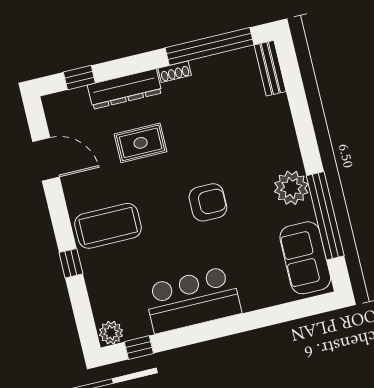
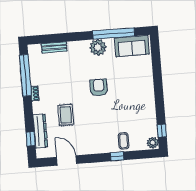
bench: (270, 68) -> (54, 47), moved
dresser: (125, 89) -> (40, 131), moved
door: (46, 159) -> (67, 160), hinge flipped
coffee table: (108, 226) -> (124, 141), moved, width x0.54, depth x0.58
bar counter: (193, 300) -> (143, 102), removed

